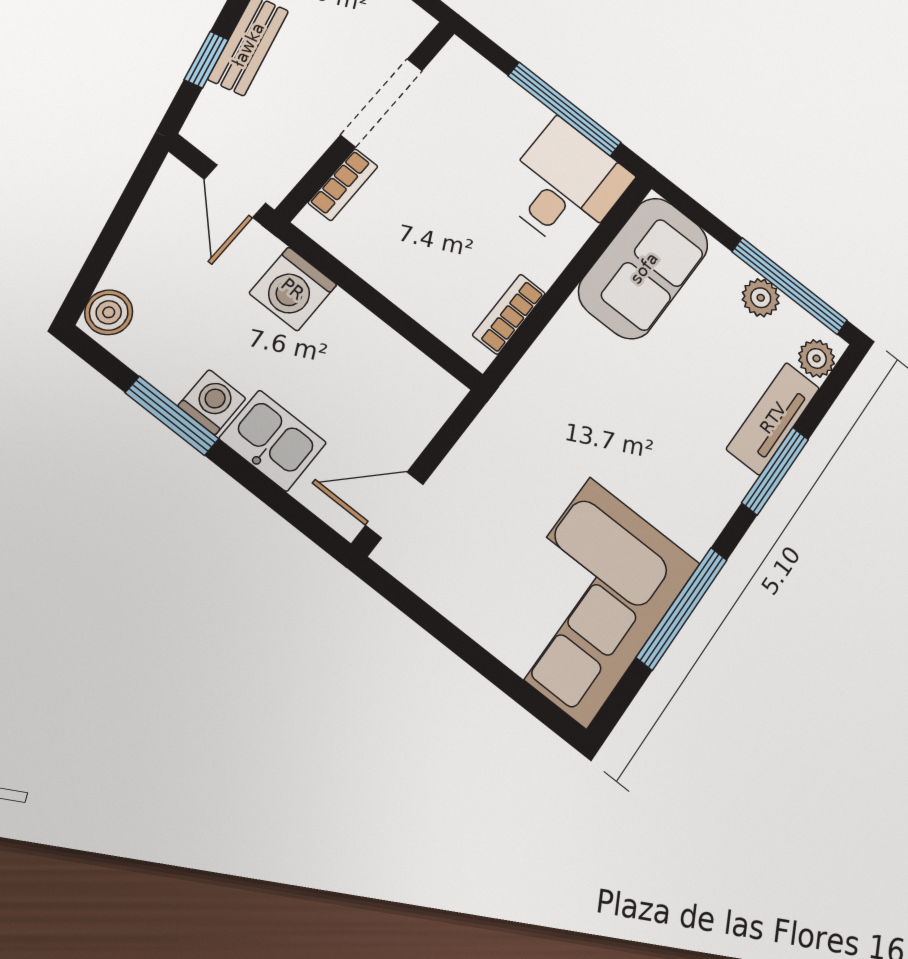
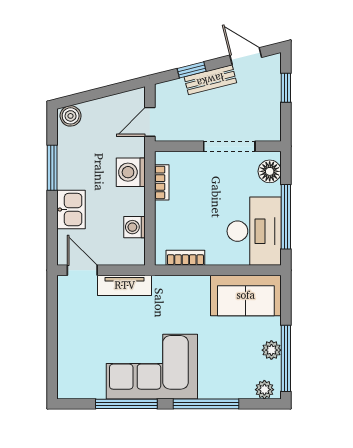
floor lamp: (473, 76) -> (270, 171), added
bookcase: (343, 185) -> (162, 182), moved, turned -90
desk: (565, 185) -> (254, 231), width x1.37
washing machine: (212, 402) -> (135, 227), moved, turned 180
tv unit: (773, 418) -> (125, 285), moved, turned 180
window: (775, 471) -> (206, 404), width x1.44
corner sofa: (588, 601) -> (152, 367), moved

